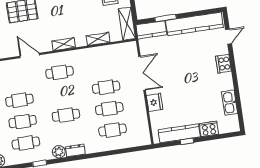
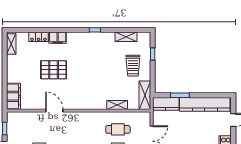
shelving: (64, 44) -> (86, 105), removed
cafe table: (60, 72) -> (118, 129), moved

